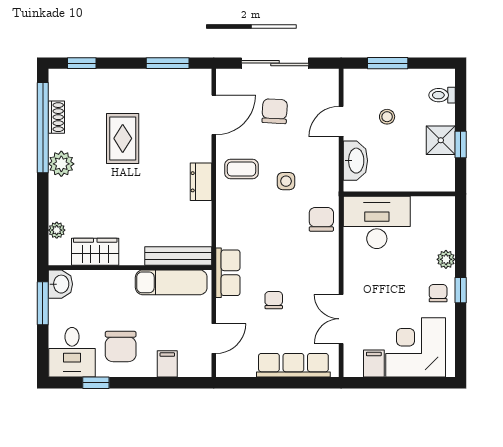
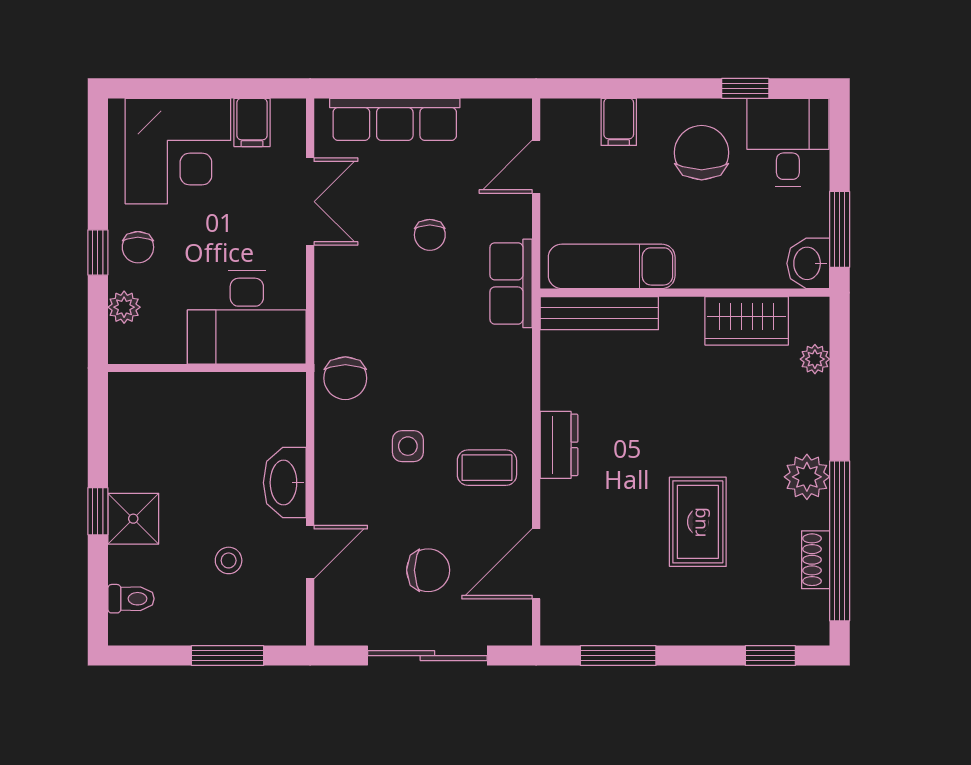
chair: (275, 111) -> (428, 570), turned -93
wall: (399, 194) -> (207, 368), moved
desk: (377, 222) -> (247, 317), moved

